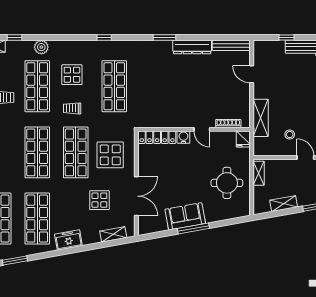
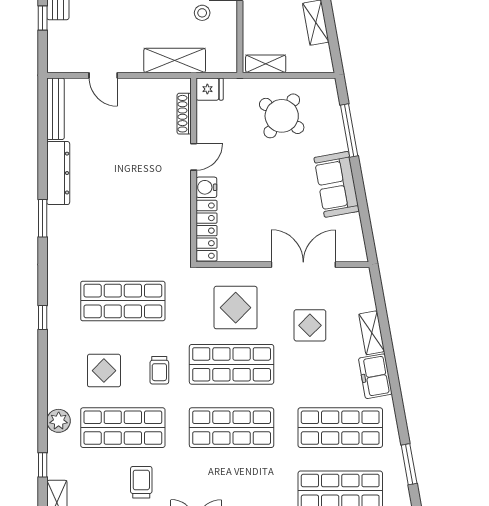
door: (252, 74) -> (103, 75), hinge flipped
round table: (227, 183) -> (282, 116), turned 36
window: (193, 228) -> (349, 130), moved
shelving: (113, 234) -> (372, 333), moved

